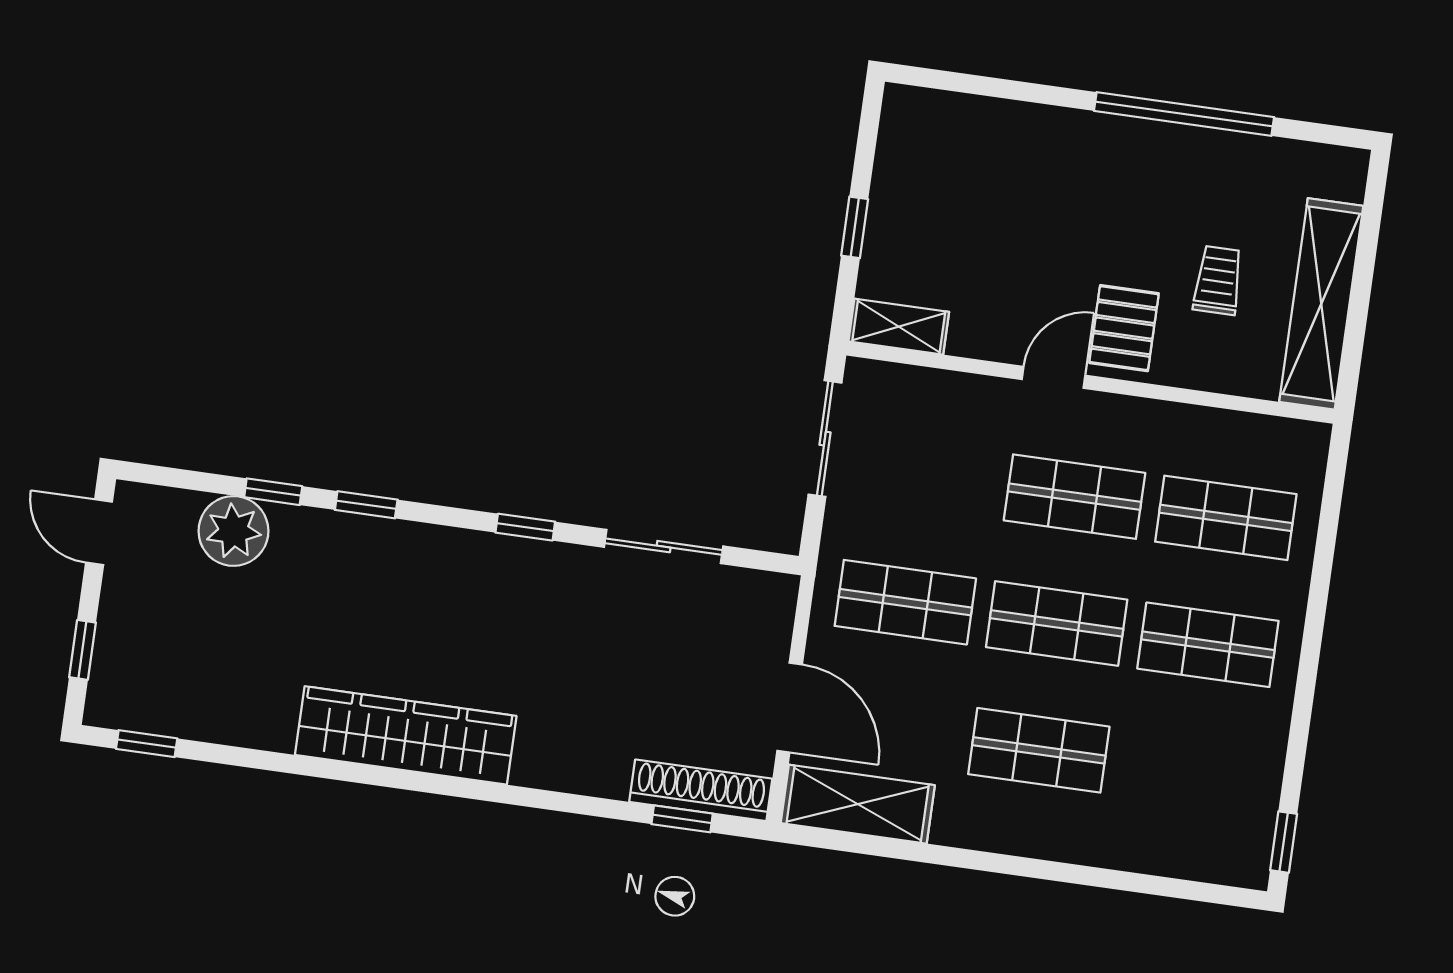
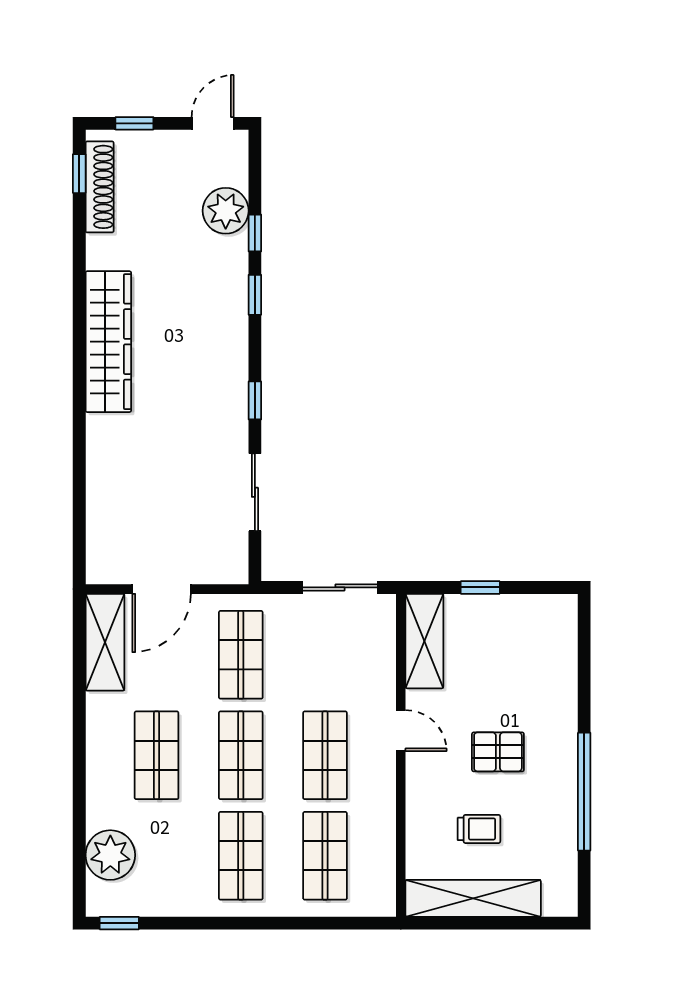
shelving: (899, 327) -> (424, 641), width x1.50, depth x1.33
pallet: (1124, 328) -> (498, 752), moved
shoe rack: (701, 790) -> (100, 187), moved
window: (682, 819) -> (79, 529), removed
plant: (1179, 841) -> (110, 855), added

